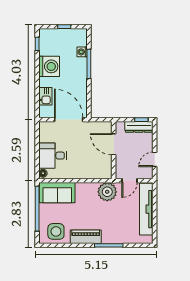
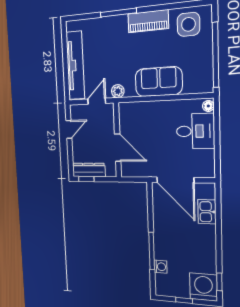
washing machine: (49, 66) -> (203, 287), moved, turned 90
plant: (107, 192) -> (118, 91), width x0.53, depth x0.53
sofa: (57, 193) -> (159, 82), moved

